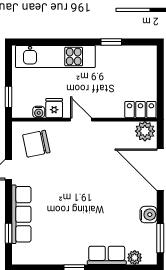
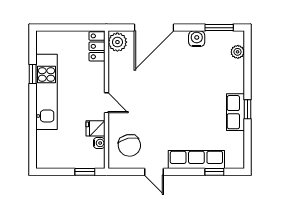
kitchen unit: (55, 57) -> (46, 92), moved
door: (81, 120) -> (106, 103), swing flipped
row of seats: (107, 255) -> (235, 112), moved

